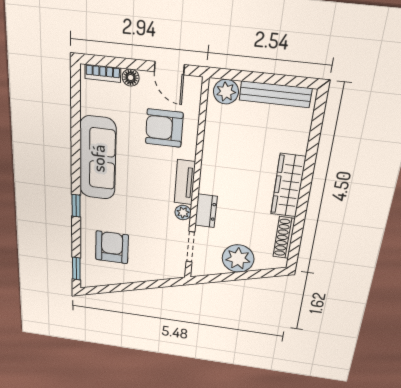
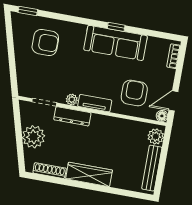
floor lamp: (131, 78) -> (162, 116), moved
window: (76, 206) -> (116, 27), moved
dresser: (206, 211) -> (72, 116), width x1.44

